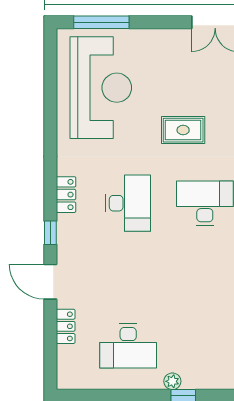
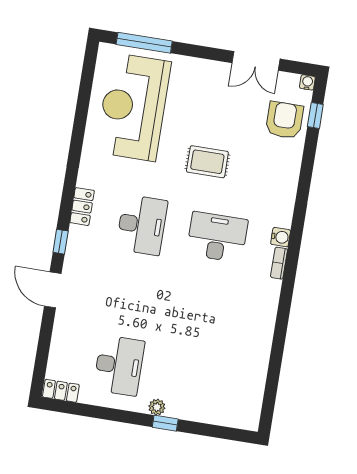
reception desk: (101, 88) -> (133, 107), turned 180
locker: (66, 326) -> (61, 391), moved, turned -90
desk: (128, 346) -> (119, 365), turned -90

